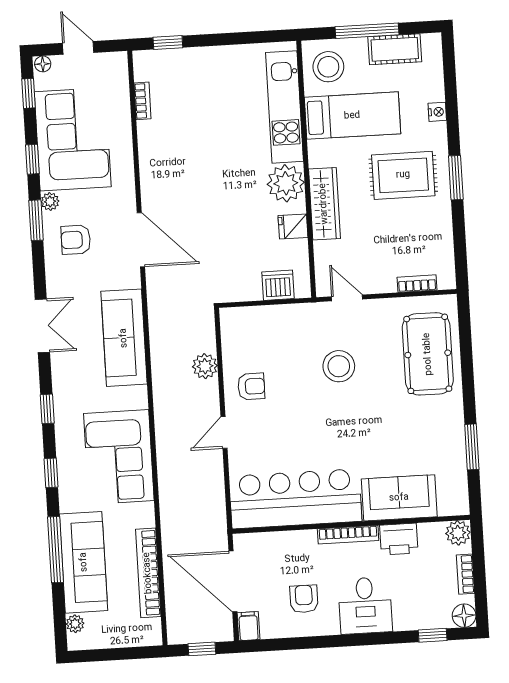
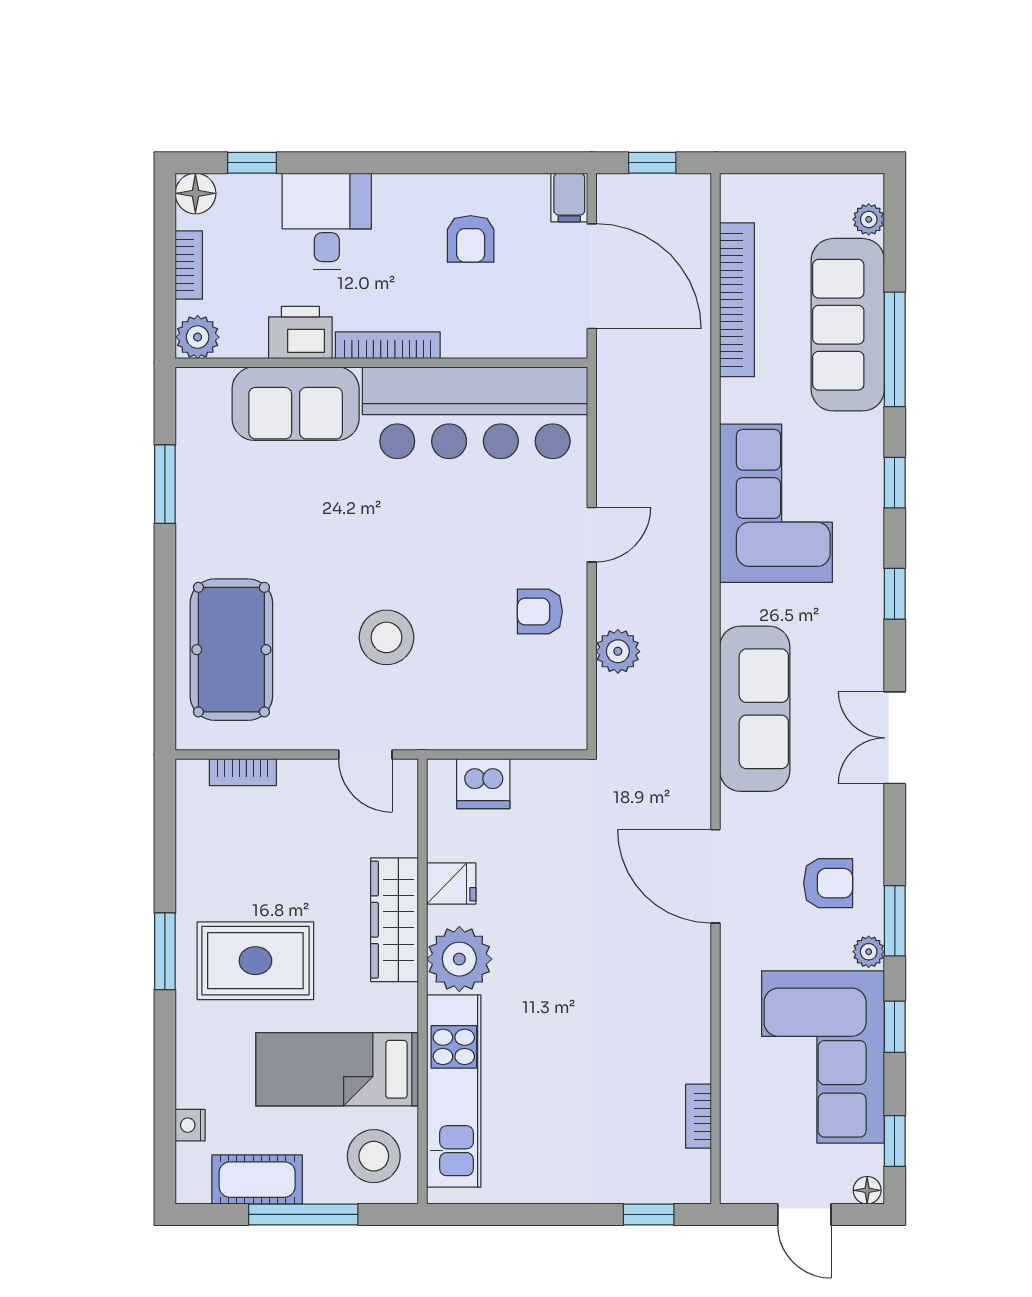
nightstand: (437, 112) -> (190, 1125), moved
desk: (365, 605) -> (327, 221), moved

